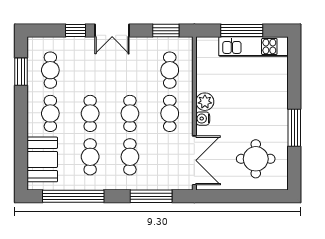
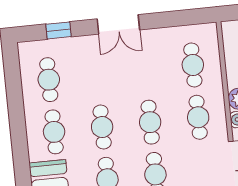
window: (76, 31) -> (59, 30), moved
window: (166, 31) -> (183, 18), removed
window: (21, 72) -> (14, 85), removed

